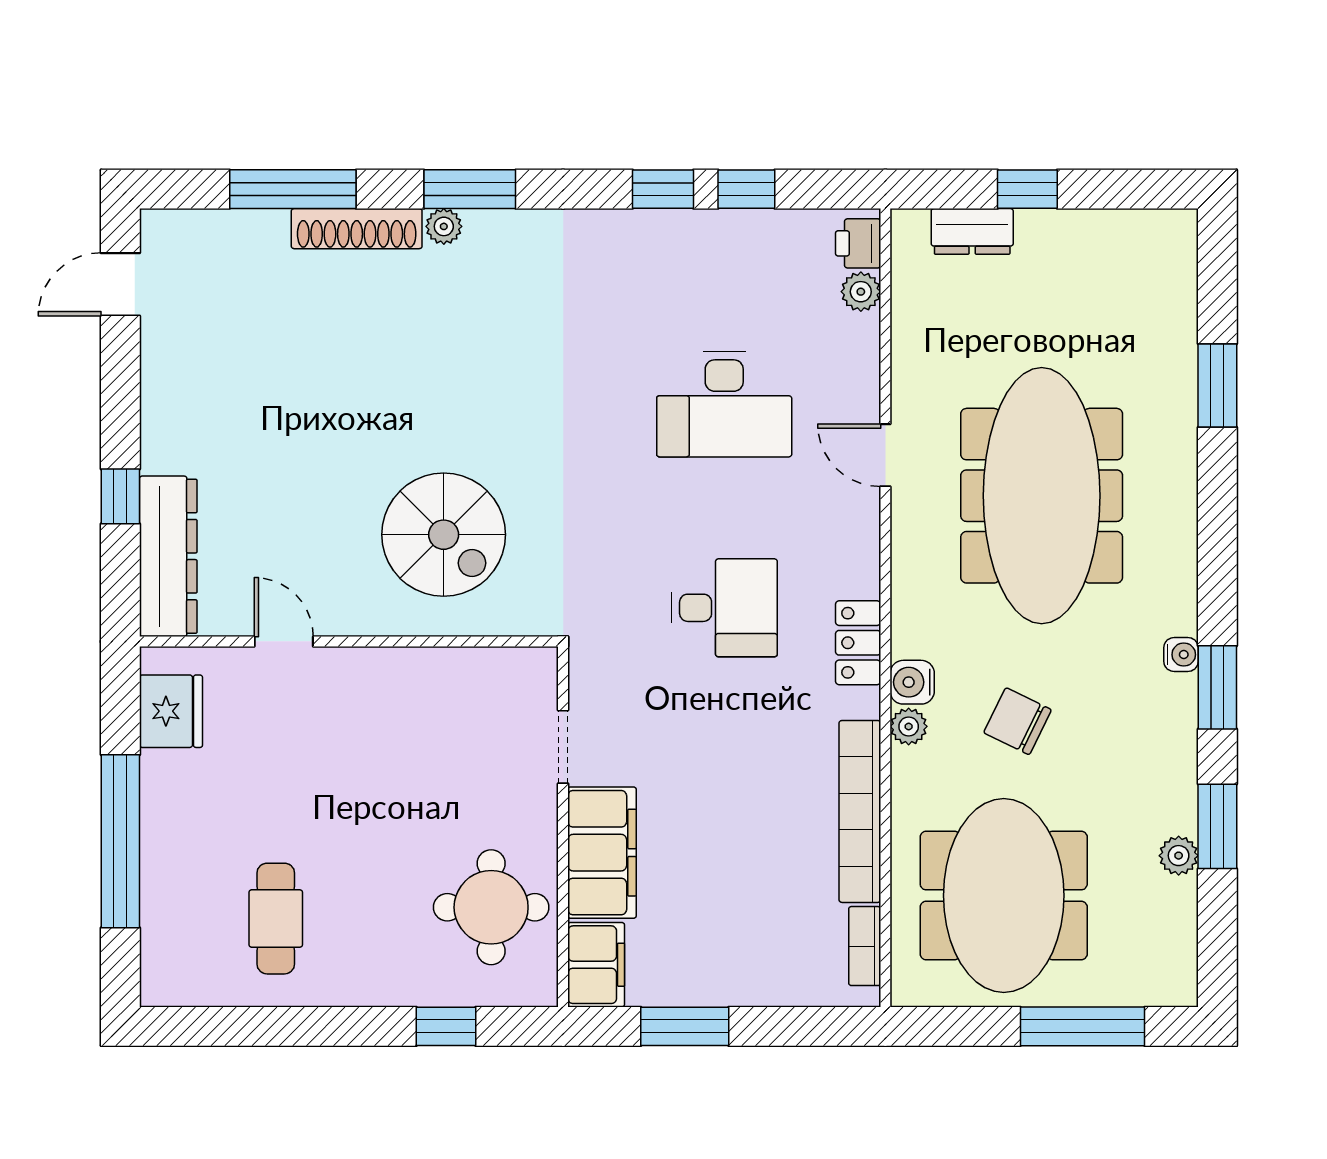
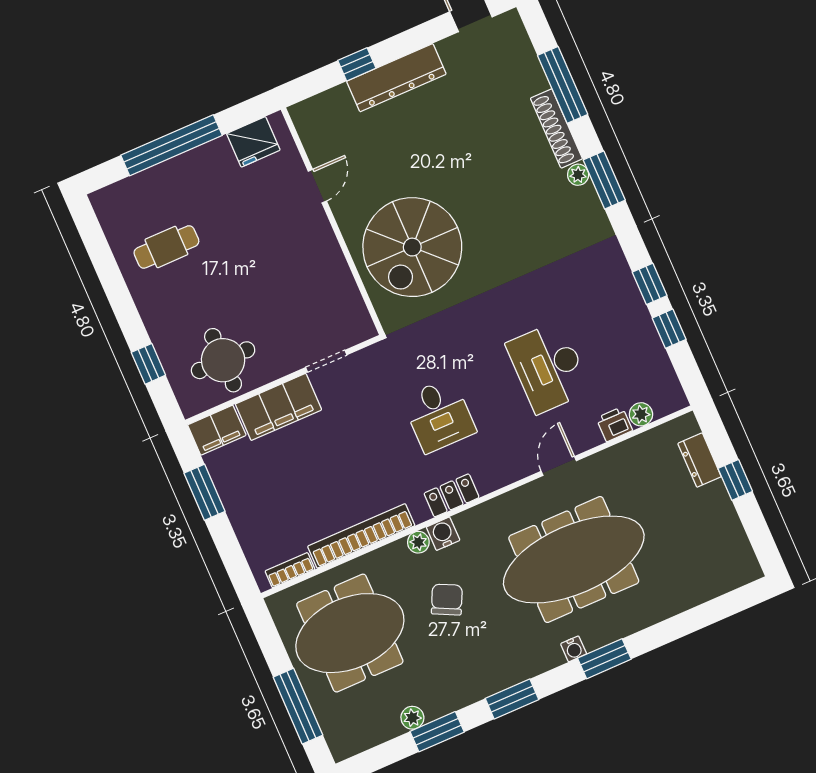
printer: (858, 243) -> (614, 424), moved
window: (1217, 386) -> (604, 659), moved
spiral stairs: (444, 535) -> (412, 247), width x1.37, depth x1.37
dresser: (168, 556) -> (396, 78), moved
water cooler: (1181, 655) -> (574, 649), moved

